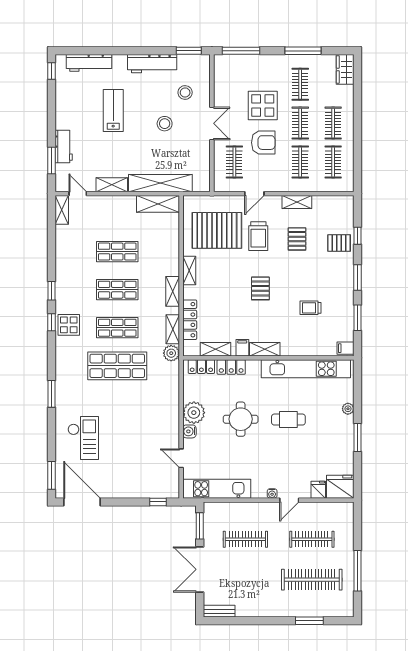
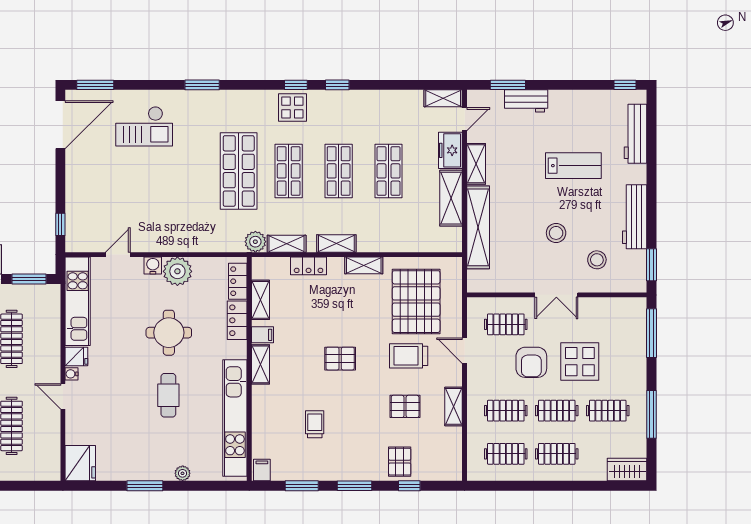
freezer: (102, 204) -> (450, 150), added
shelving: (158, 204) -> (451, 198), moved
locker: (190, 320) -> (309, 266), width x0.66
fridge: (318, 490) -> (76, 357), moved

